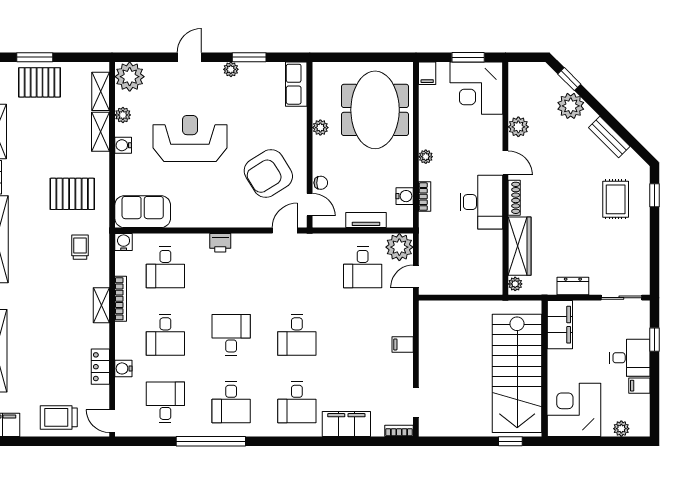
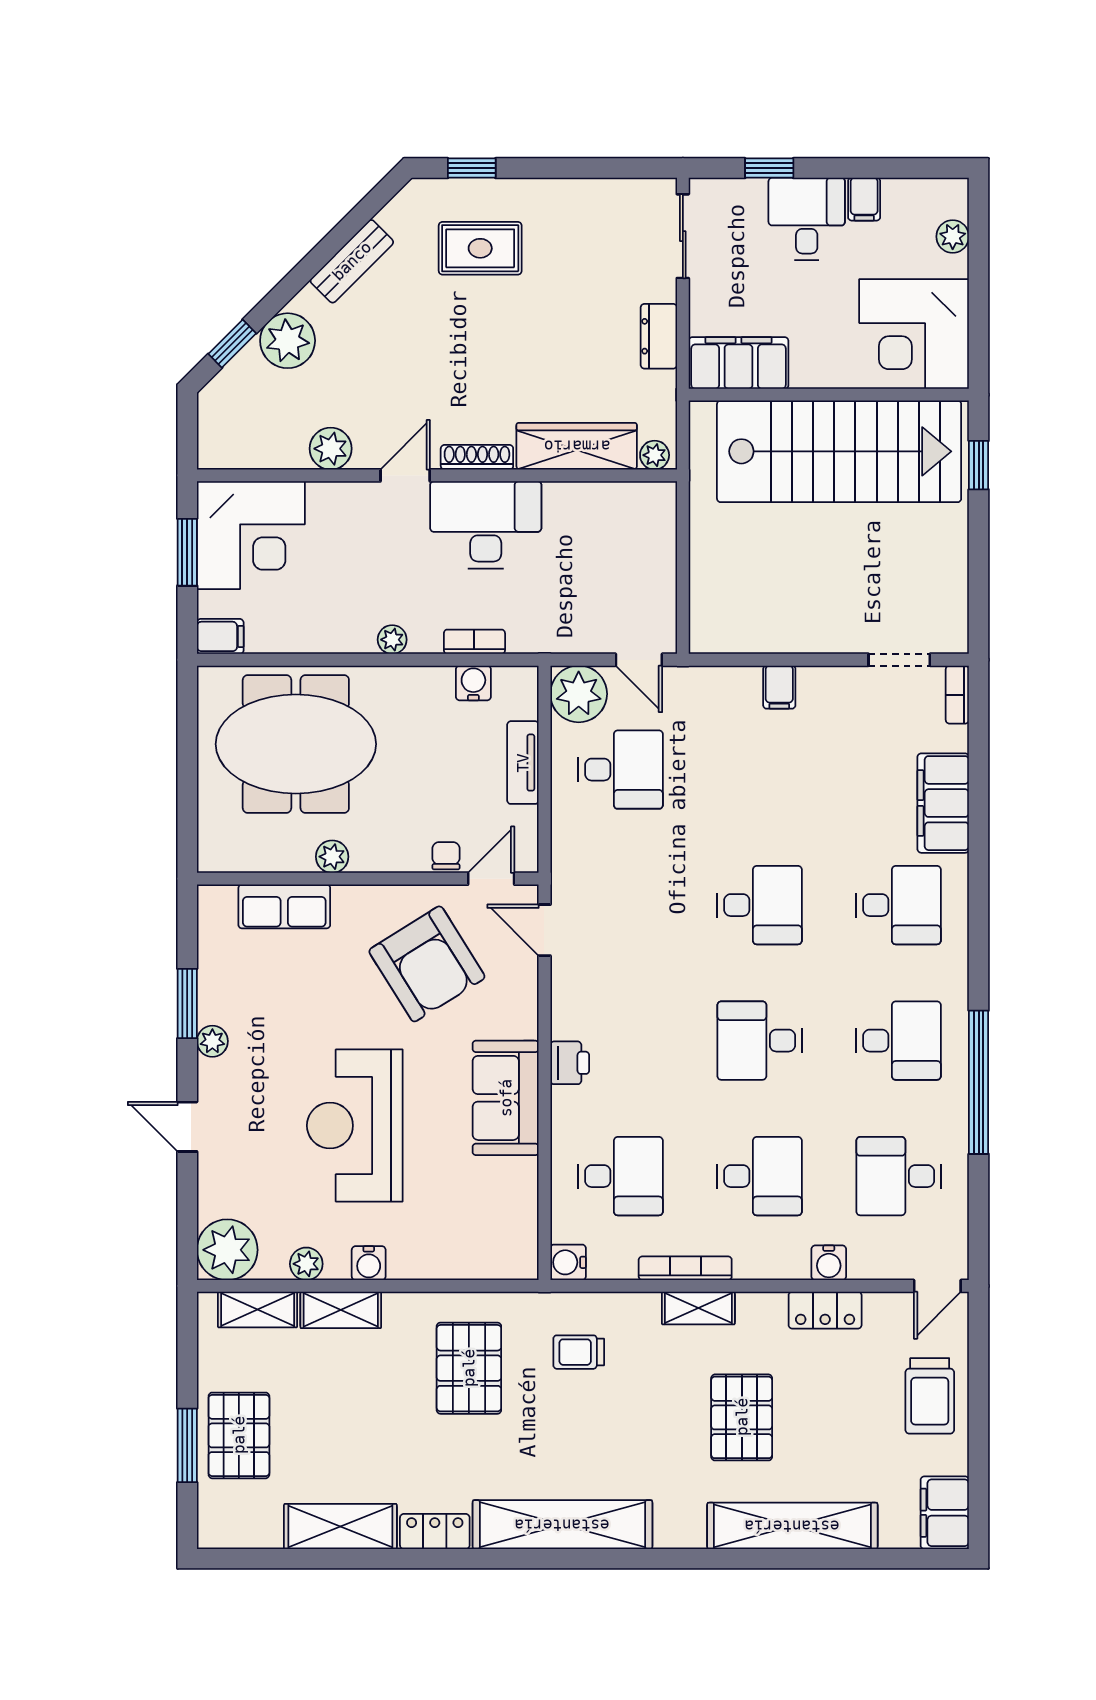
row of seats: (296, 84) -> (284, 906), moved
sofa: (143, 212) -> (506, 1098), moved
pallet: (48, 326) -> (742, 1417), added

